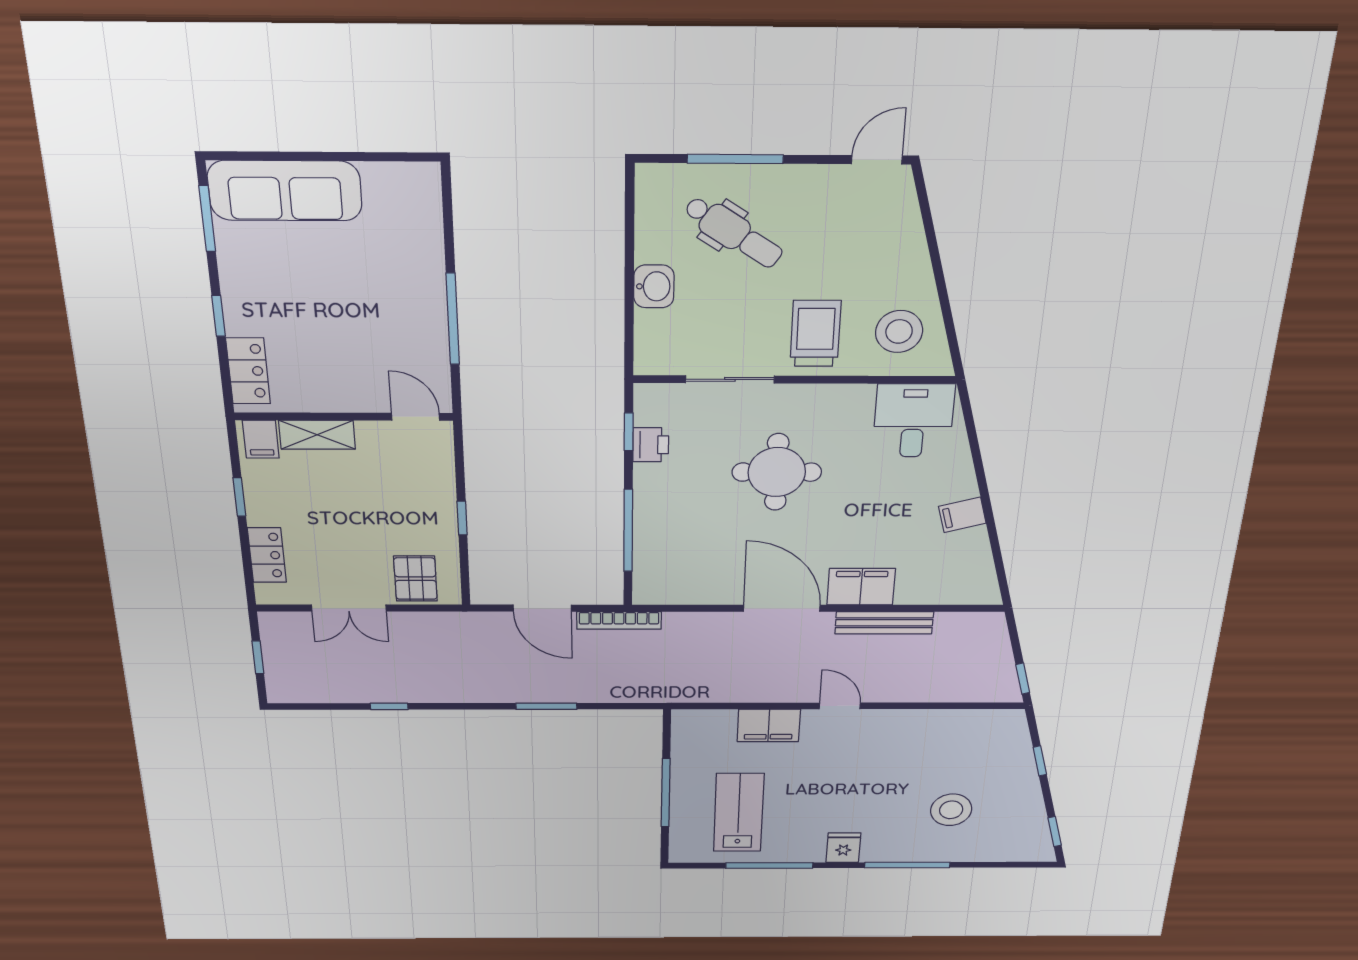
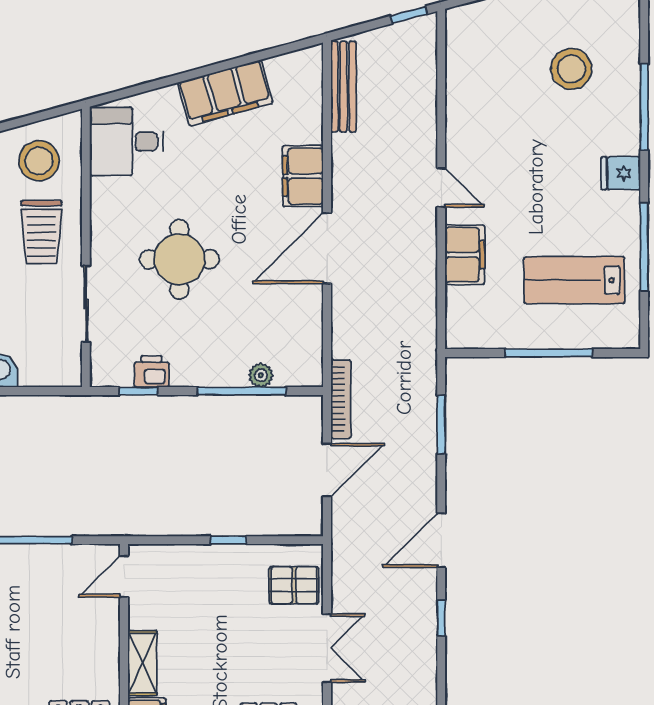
trolley: (815, 334) -> (41, 232), turned -90
filing cabinet: (962, 515) -> (225, 93), width x3.00, depth x1.17
plant: (645, 548) -> (261, 375), added
bench: (884, 623) -> (344, 87), moved
door: (471, 706) -> (441, 540), added
window: (546, 706) -> (441, 425), moved
door: (840, 706) -> (441, 188), swing flipped

